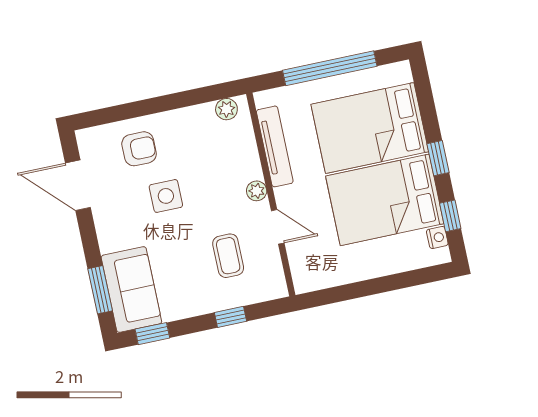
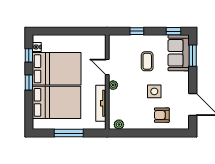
window: (330, 68) -> (69, 133), width x0.68
coffee table: (228, 256) -> (147, 61), moved

